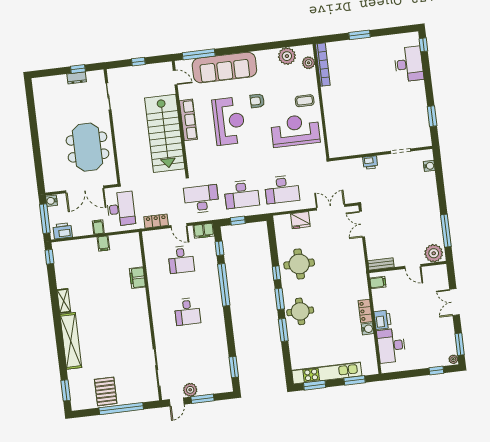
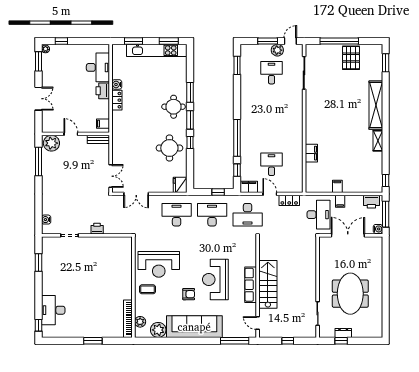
sofa: (224, 67) -> (194, 327), moved
stairs: (165, 133) -> (268, 284), width x0.73, depth x0.66
meeting table: (87, 147) -> (350, 294), moved
desk: (121, 209) -> (319, 215), turned 180
fridge: (300, 220) -> (180, 185), moved, turned -90
desk: (187, 312) -> (272, 73), moved

